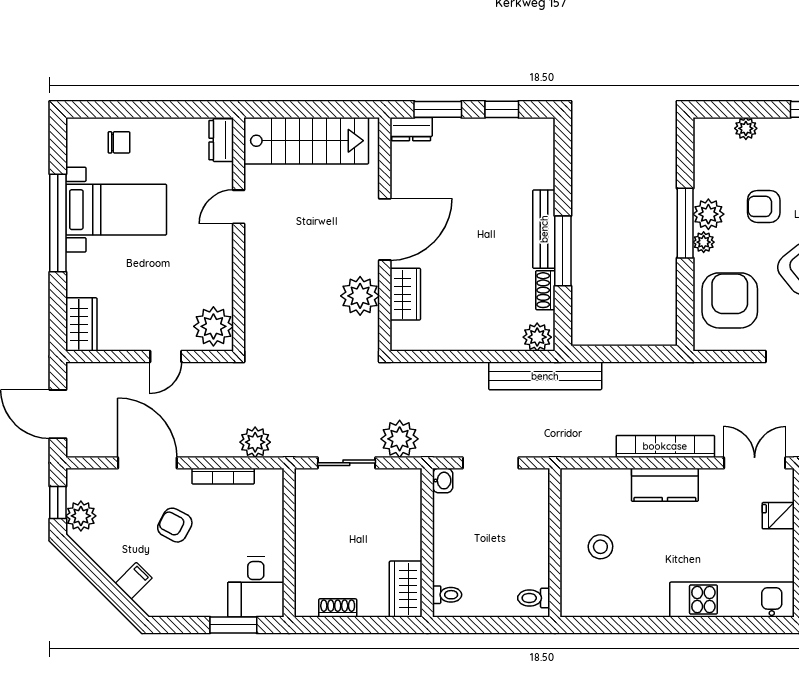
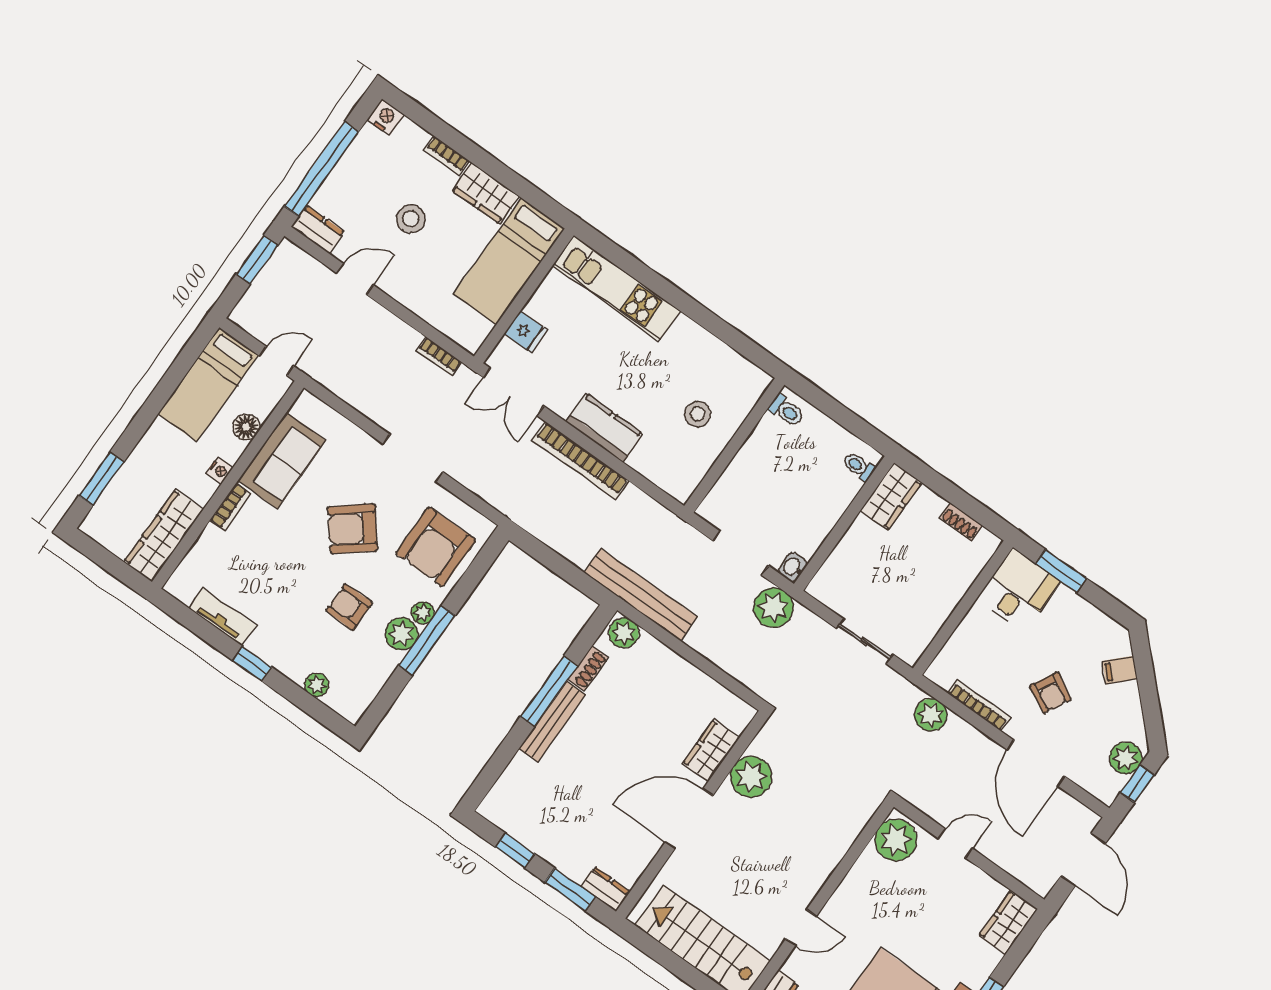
armchair: (764, 206) -> (349, 607), turned 180
plant: (400, 439) -> (773, 608), moved

